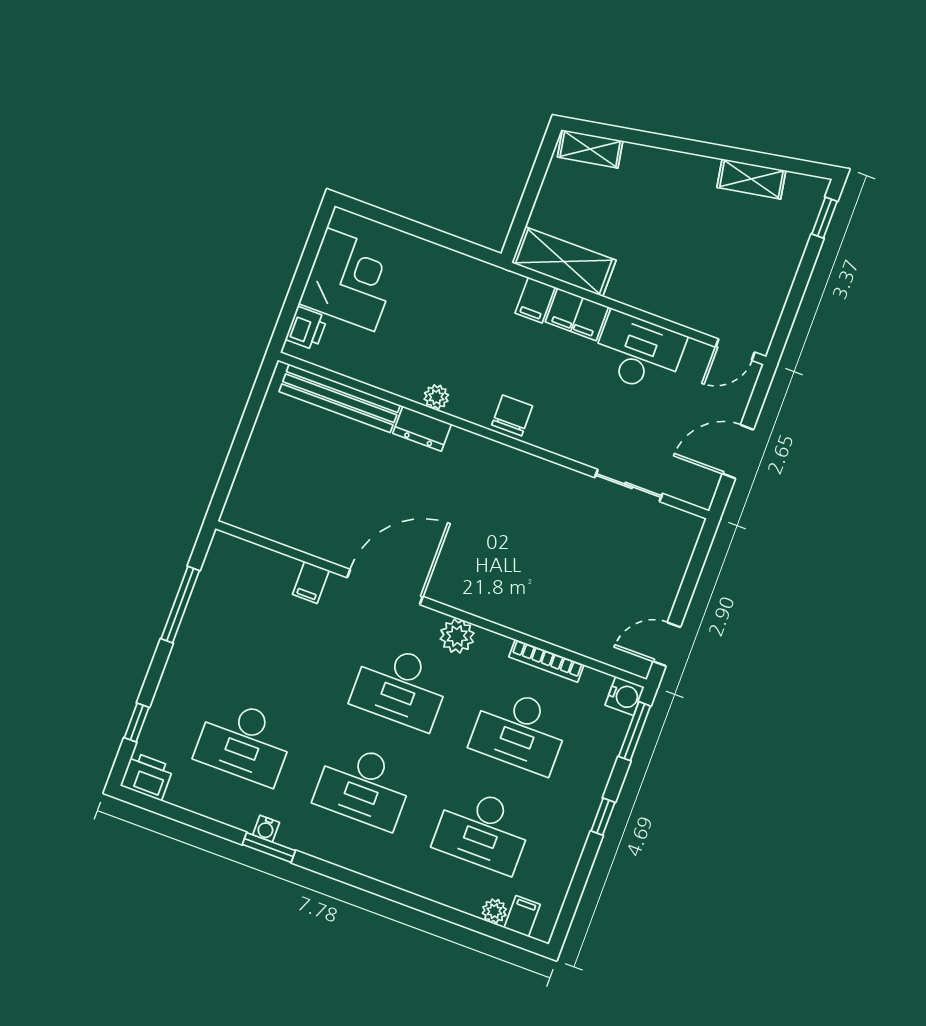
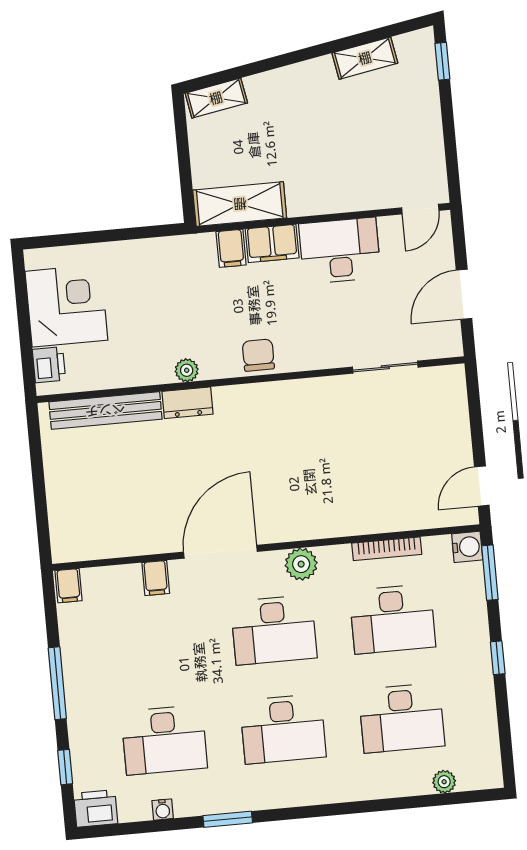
window: (180, 605) -> (57, 683), moved
water cooler: (266, 829) -> (163, 810), moved
filing cabinet: (522, 916) -> (69, 586), moved, turned 180

